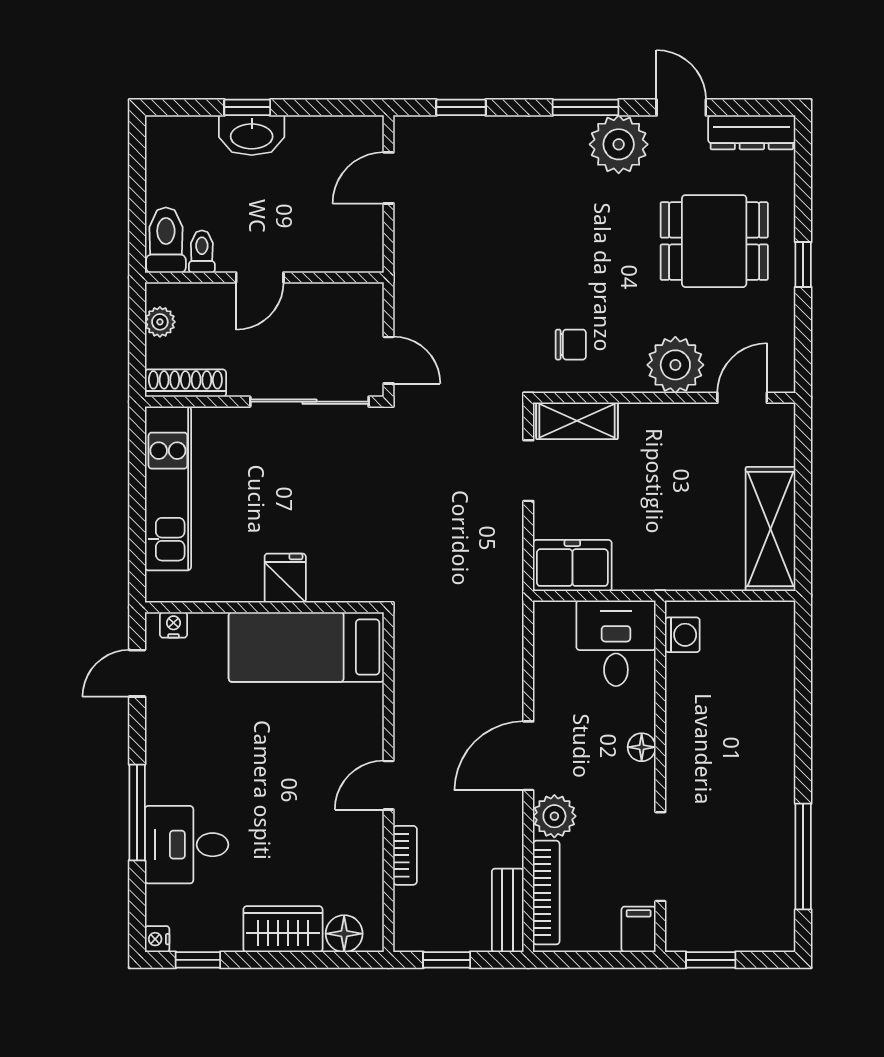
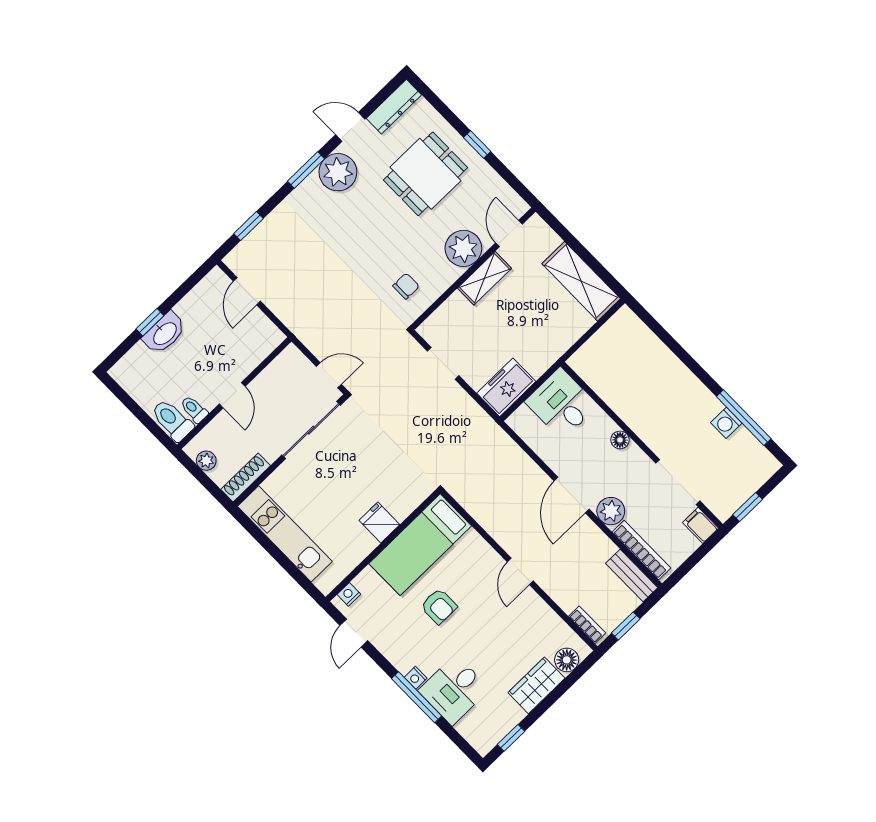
shelving: (577, 421) -> (484, 278), moved
washing machine: (682, 635) -> (726, 423), moved, turned 180
armchair: (260, 736) -> (439, 606), added
bookcase: (405, 855) -> (587, 625), moved
nightstand: (157, 939) -> (416, 678), moved

